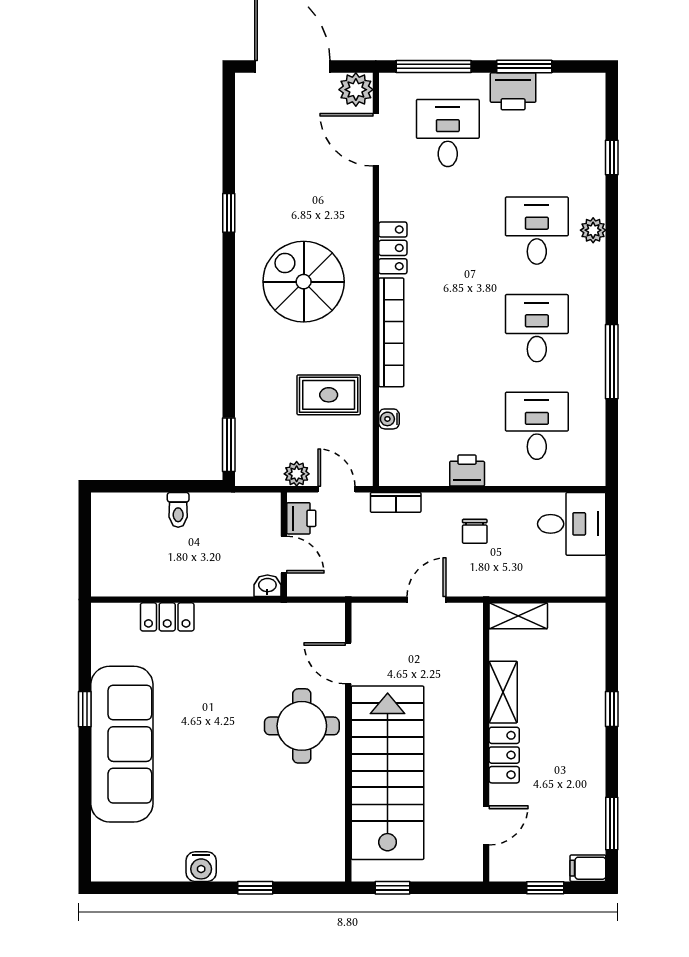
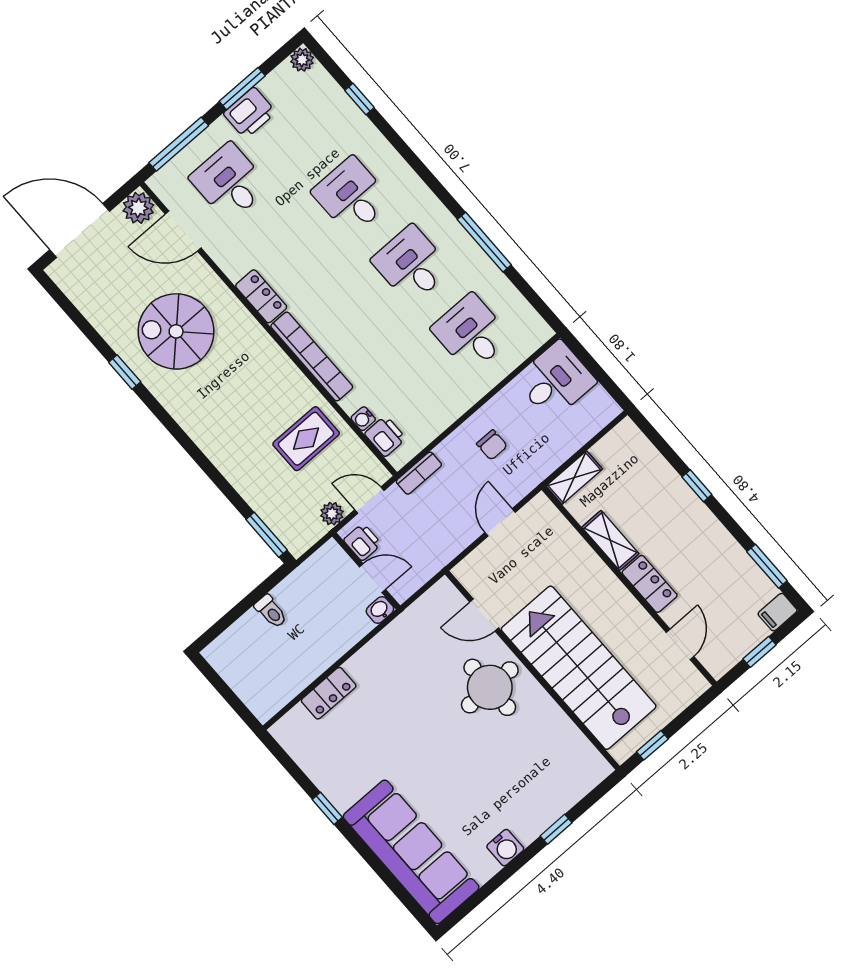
plant: (593, 230) -> (302, 60), moved
spiral stairs: (304, 282) -> (176, 331), moved
printer: (467, 471) -> (385, 436), moved, turned 90
sofa: (122, 744) -> (411, 852), moved

